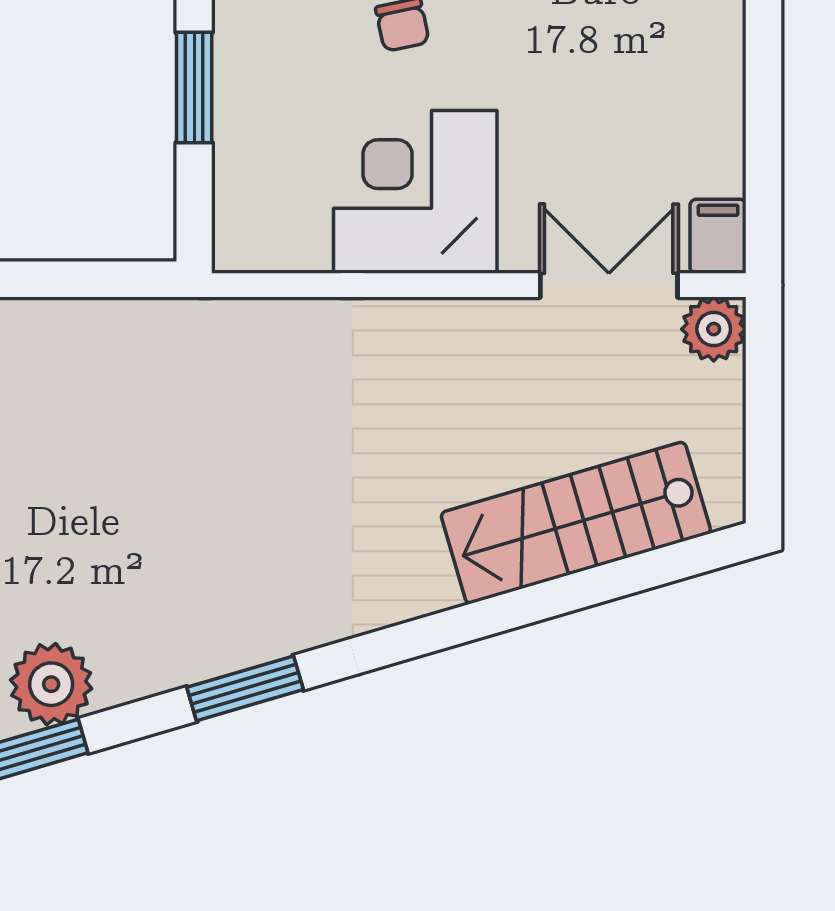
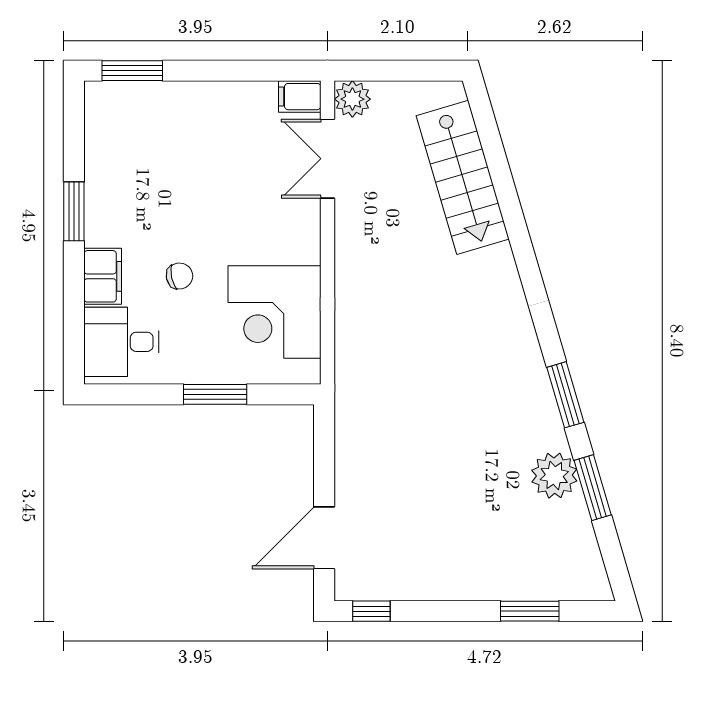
corner desk: (415, 192) -> (274, 312), moved
window: (245, 688) -> (565, 395), moved

